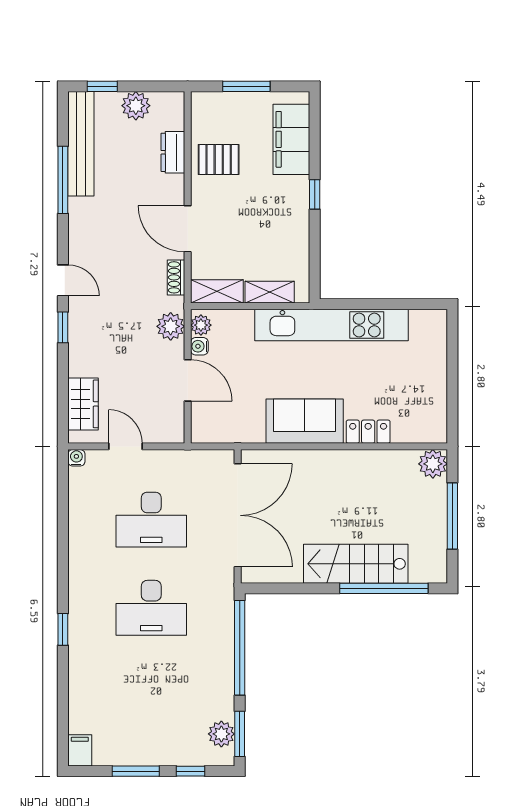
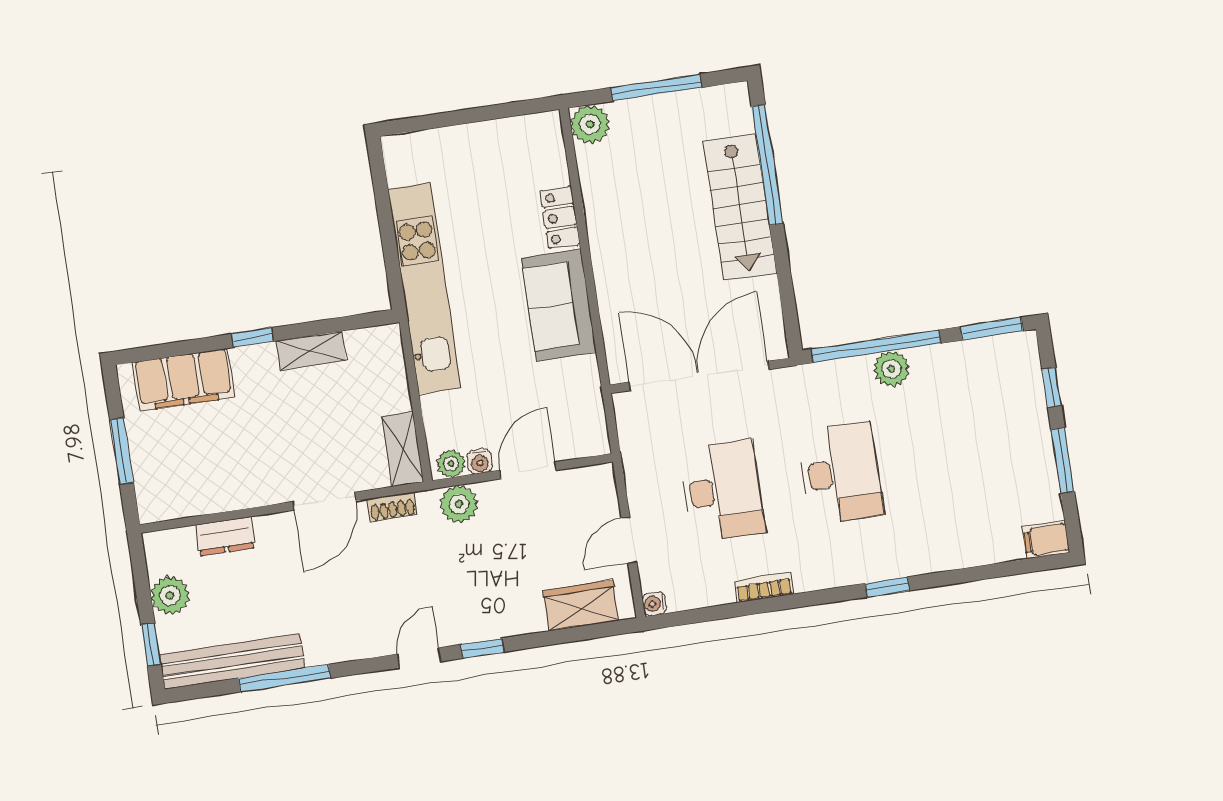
pallet: (219, 159) -> (225, 473), removed
shelving: (270, 292) -> (311, 351), moved, turned 90
bookcase: (76, 539) -> (764, 587), added
plant: (221, 734) -> (891, 369), moved

